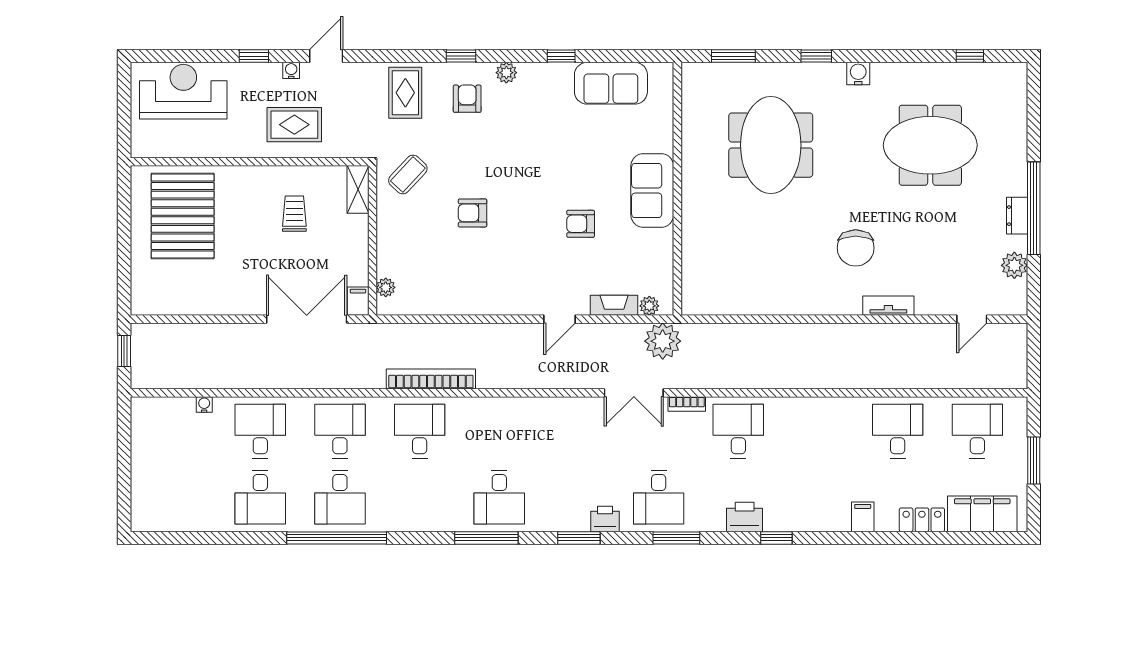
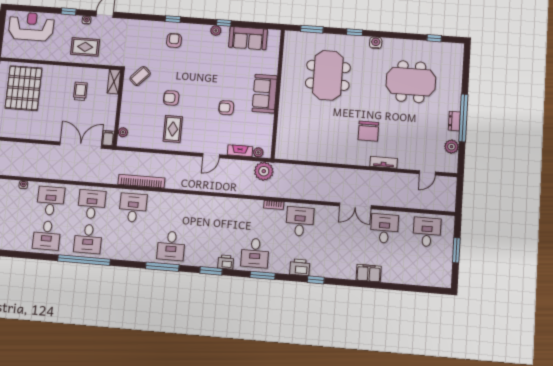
plant: (506, 73) -> (216, 31), moved
rug: (405, 93) -> (173, 129), moved
double door: (634, 393) -> (355, 206), moved
filing cabinet: (982, 514) -> (427, 276), removed
filing cabinet: (863, 517) -> (369, 273), width x2.00
locker: (922, 520) -> (394, 277), removed

